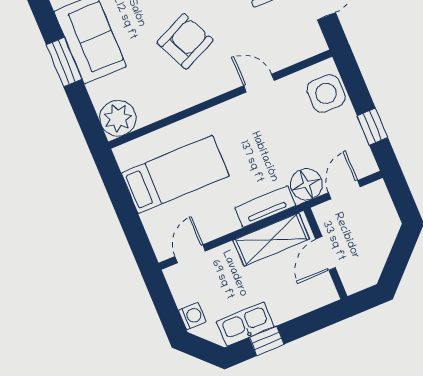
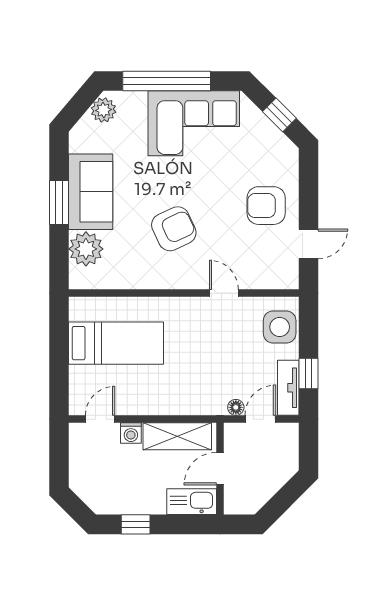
plant: (118, 118) -> (86, 249), moved
floor lamp: (306, 184) -> (236, 407), width x0.53, depth x0.53
tv unit: (265, 207) -> (288, 388), moved, turned -90
washing machine: (192, 316) -> (131, 433), moved, turned 90
kitchen sink: (245, 324) -> (192, 502), moved

